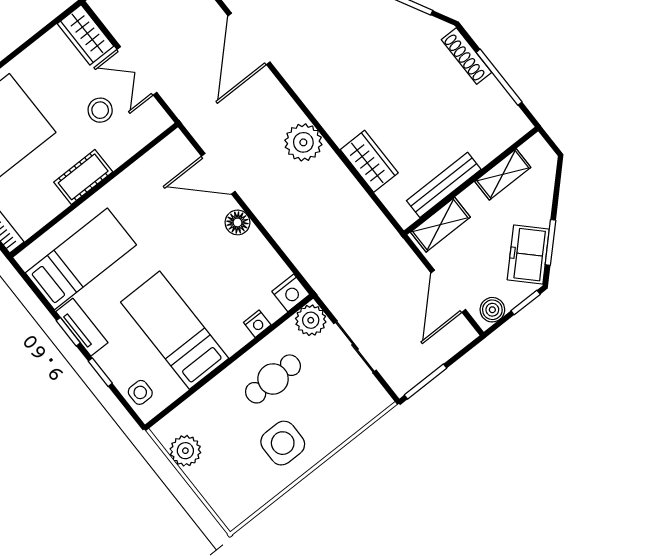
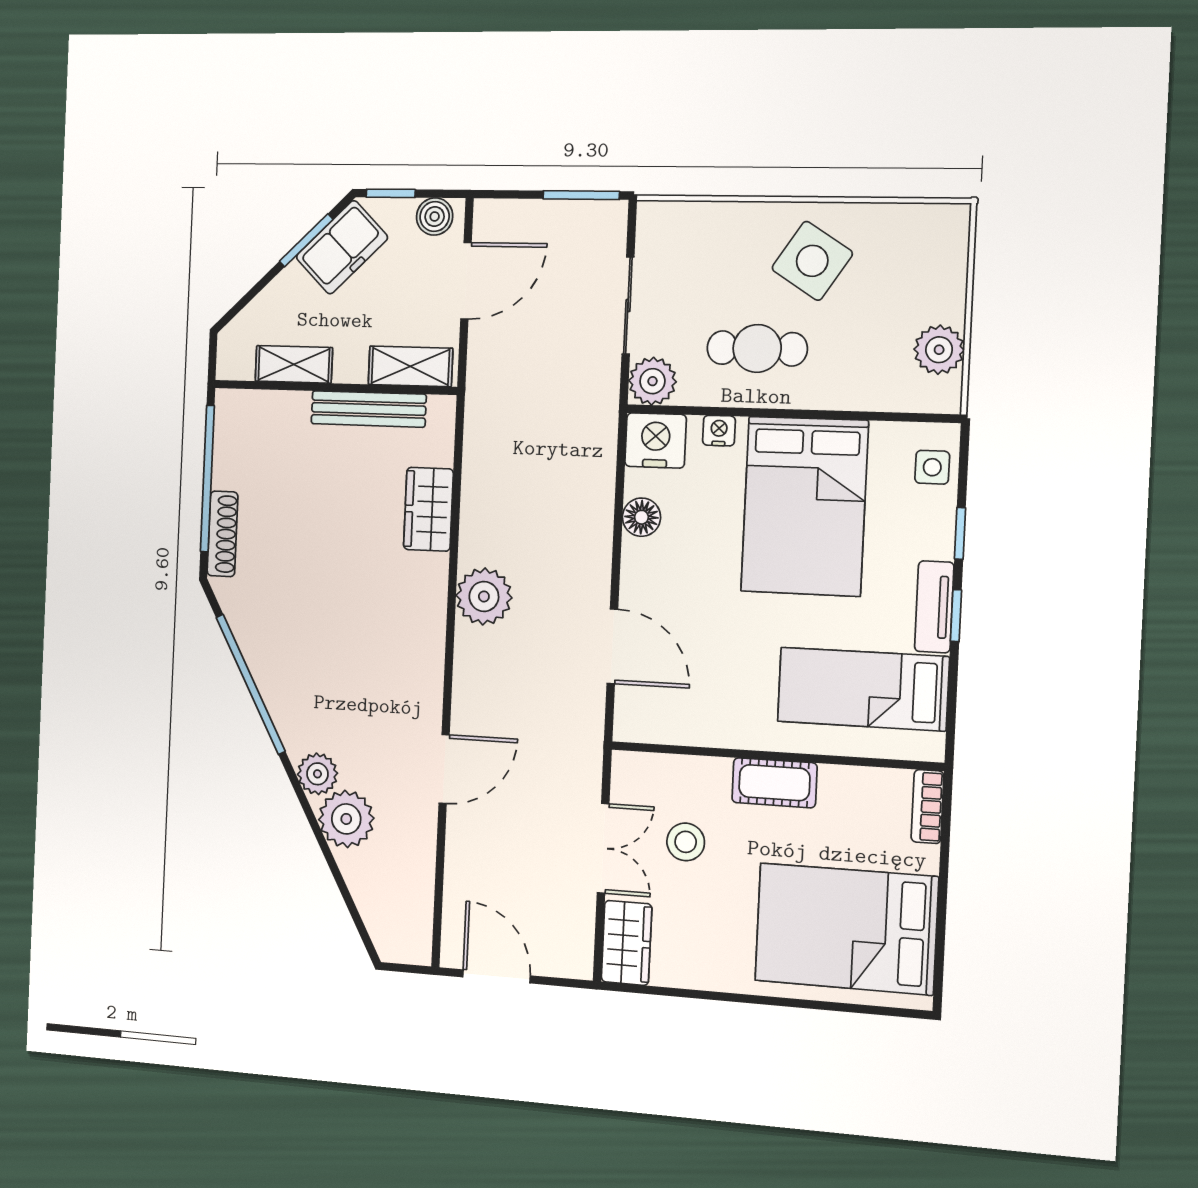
door: (249, 39) -> (444, 769), width x0.73
window: (499, 77) -> (207, 479), width x1.46
floor lamp: (237, 222) -> (641, 517), moved
nightstand: (291, 293) -> (656, 440), width x1.36, depth x1.33
bed: (175, 330) -> (804, 506), width x1.50
side table: (283, 443) -> (812, 261), turned 33

